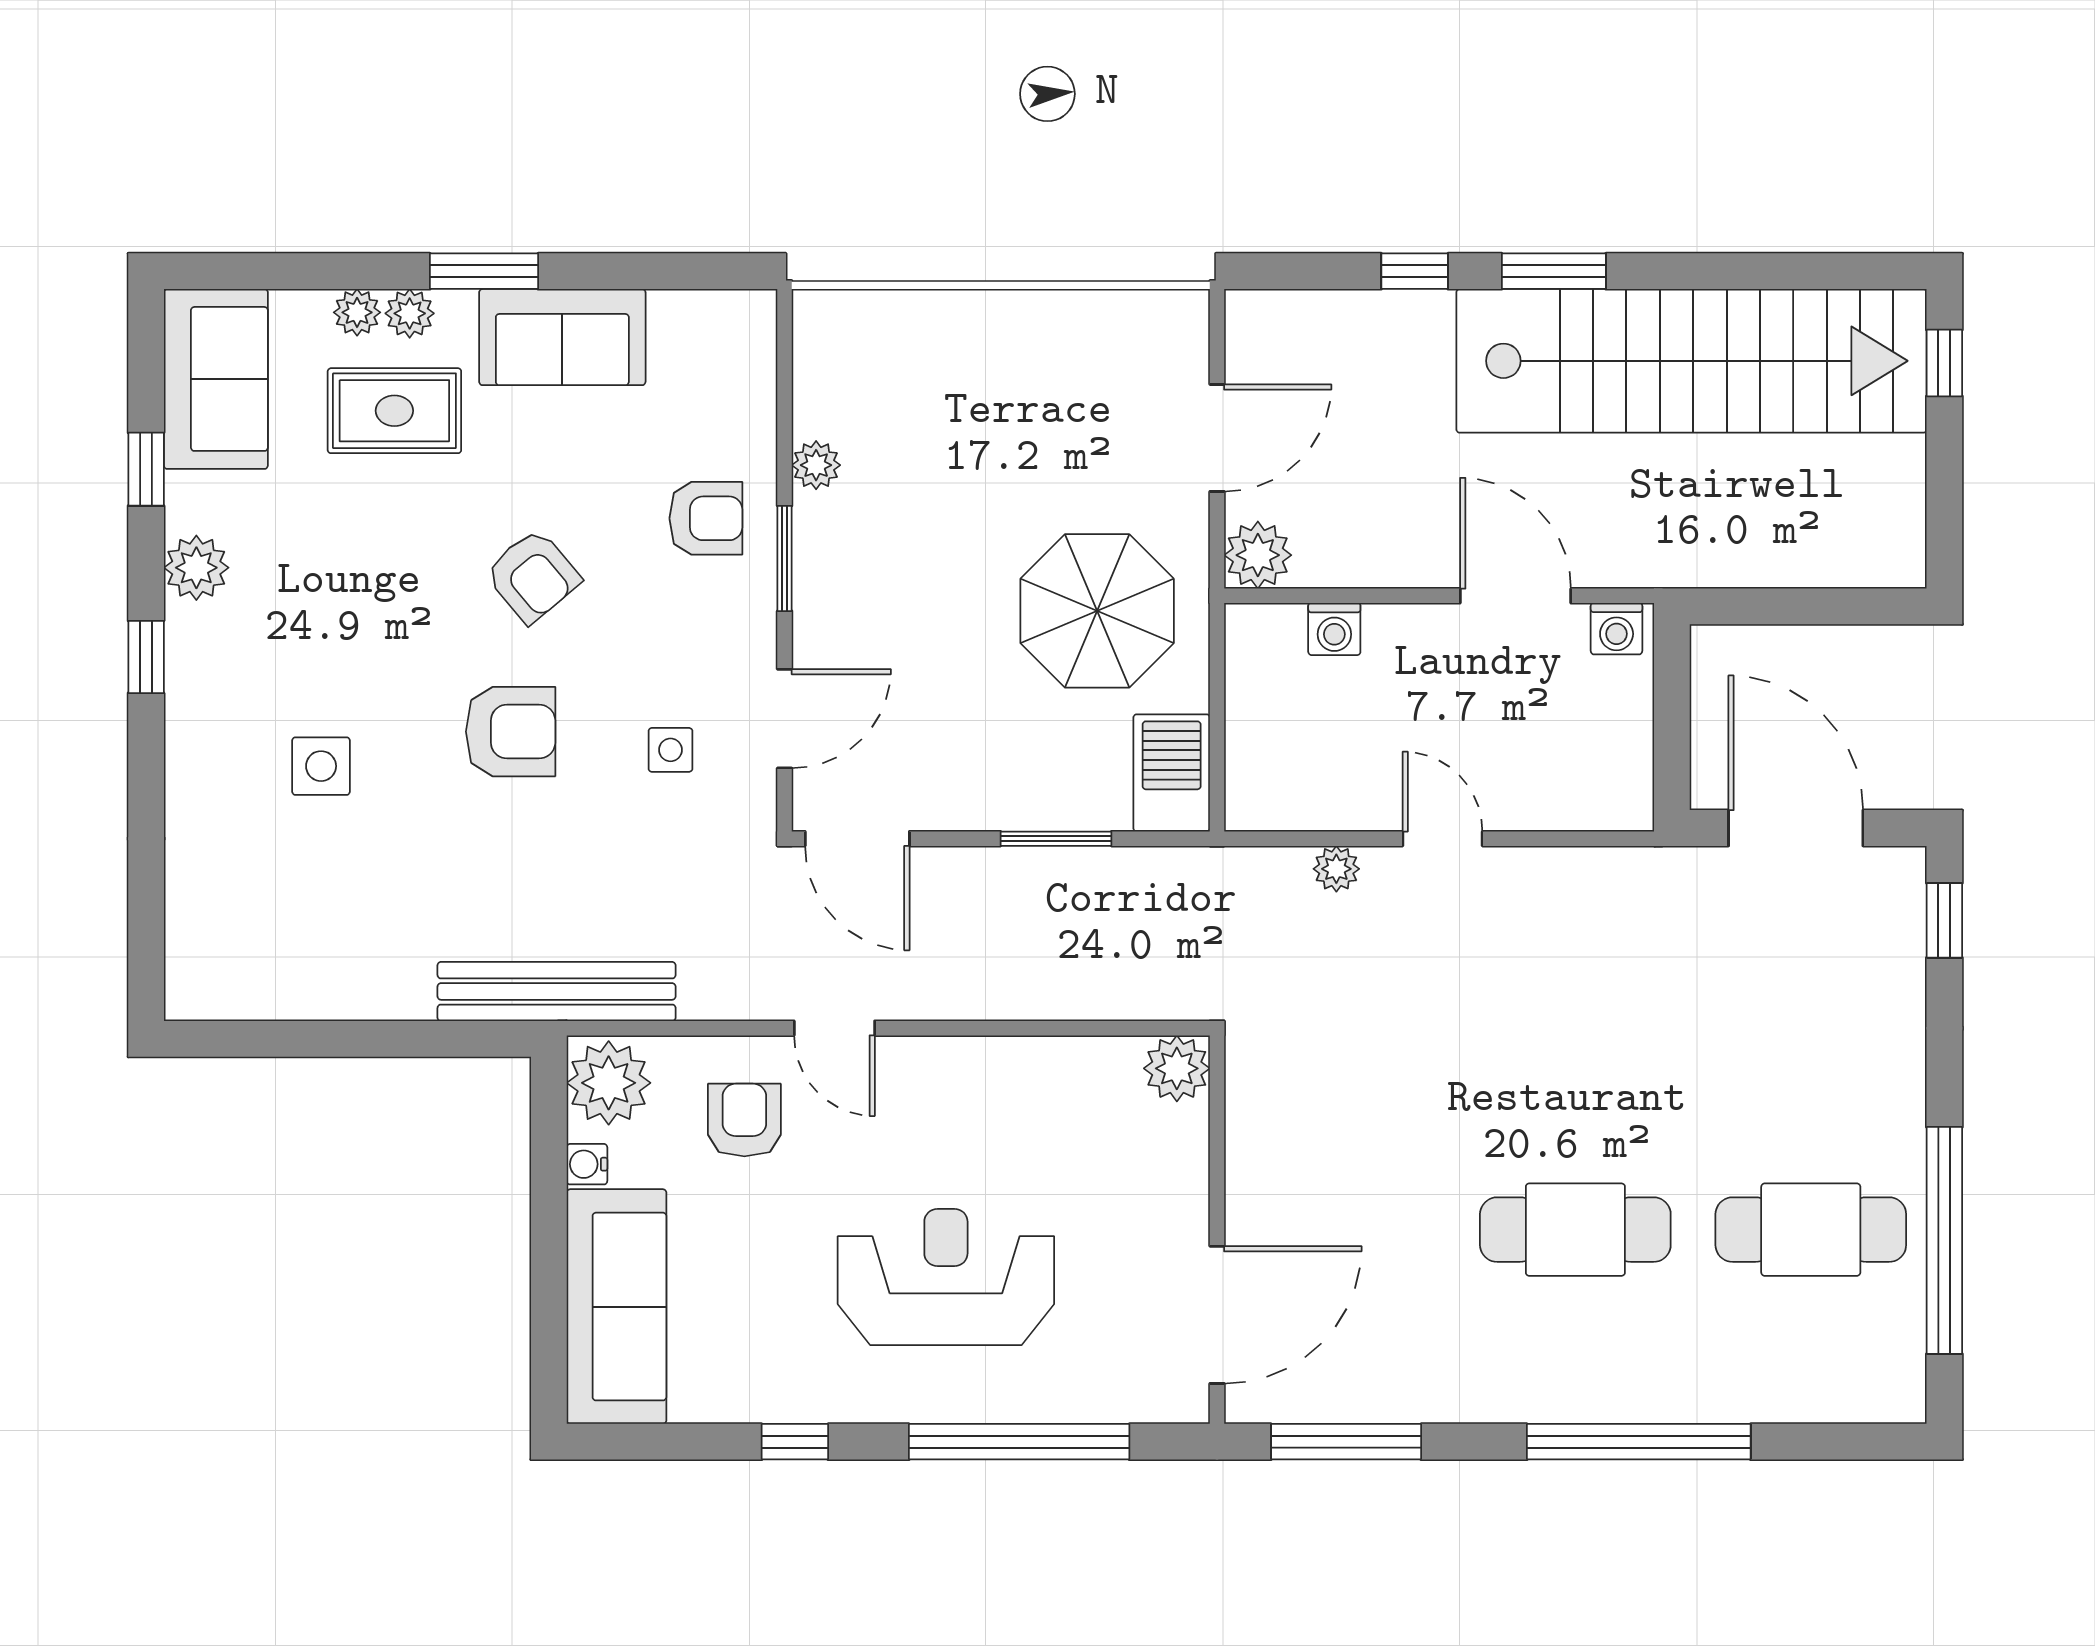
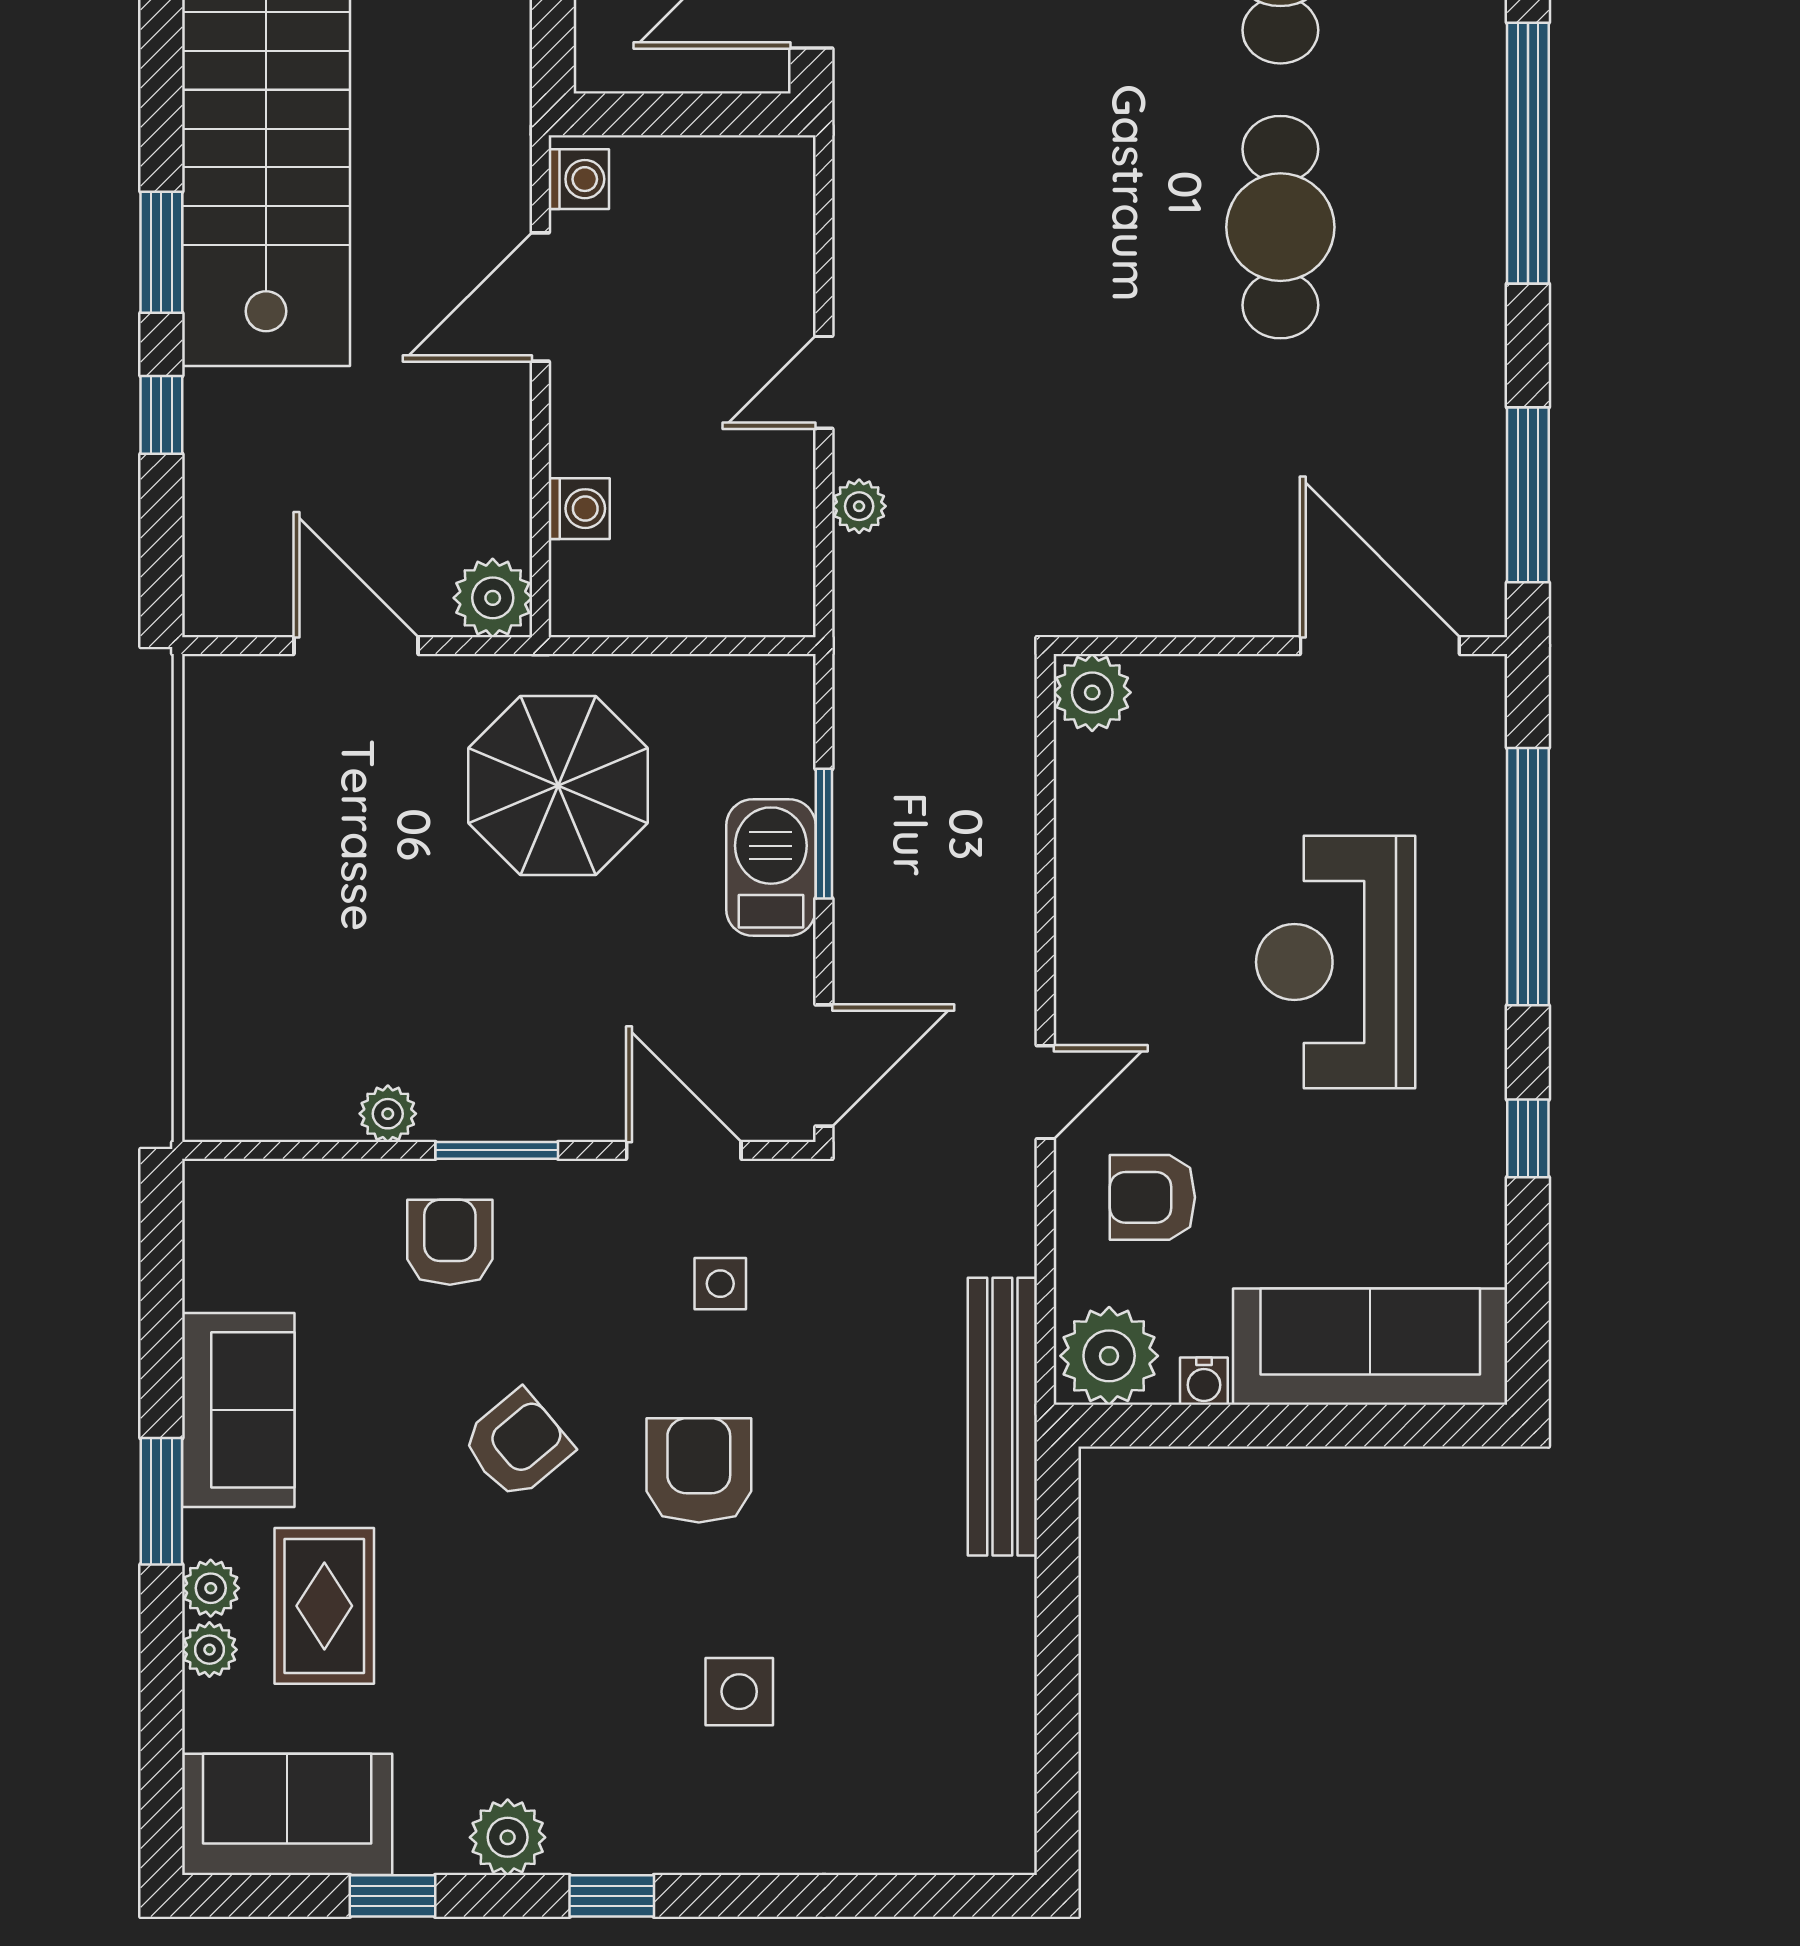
barbecue: (1172, 773) -> (771, 868), moved, turned 90

